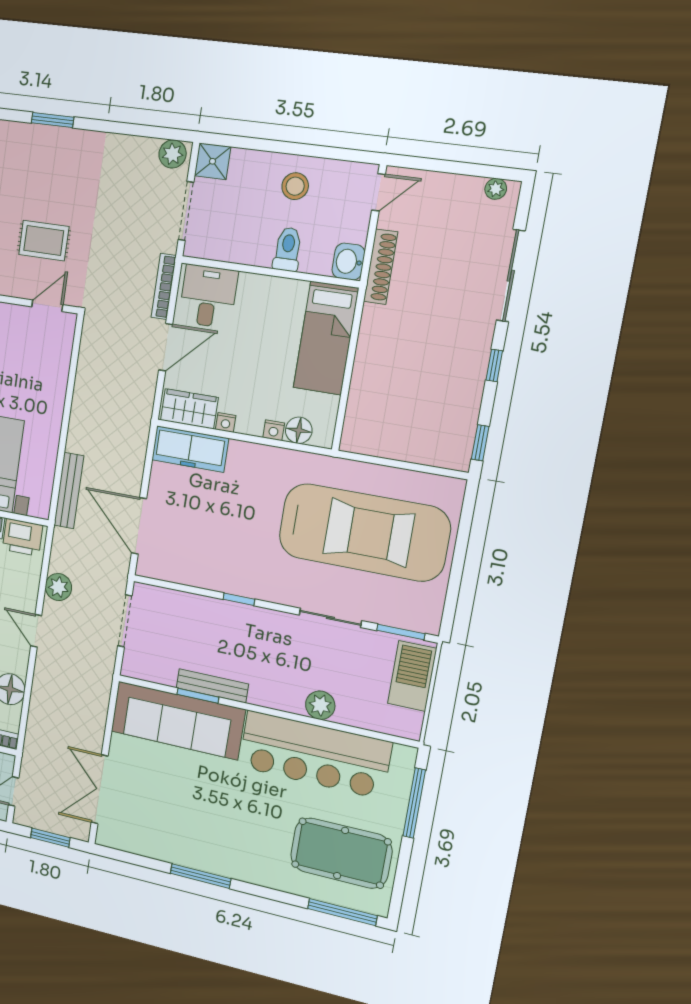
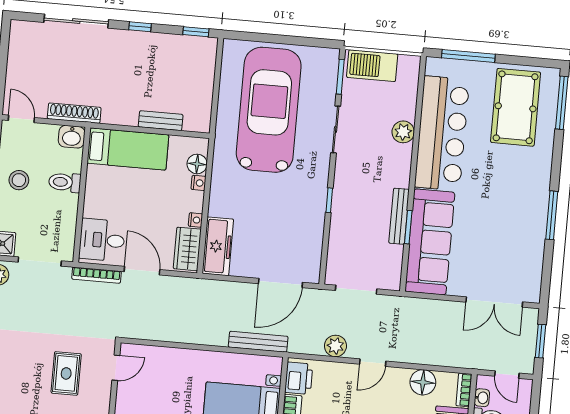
plant: (496, 189) -> (16, 37), removed
door: (47, 306) -> (116, 368), swing flipped
bench: (361, 385) -> (161, 121), added

